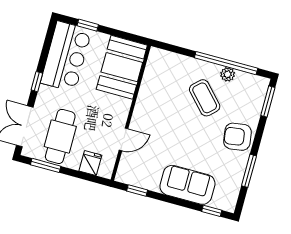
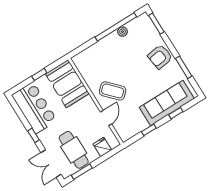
window: (88, 25) -> (39, 74), moved
coffee table: (205, 98) -> (113, 91), moved
sofa: (187, 185) -> (167, 103), width x1.36
window: (137, 190) -> (149, 130), moved
window: (212, 211) -> (176, 113), moved

